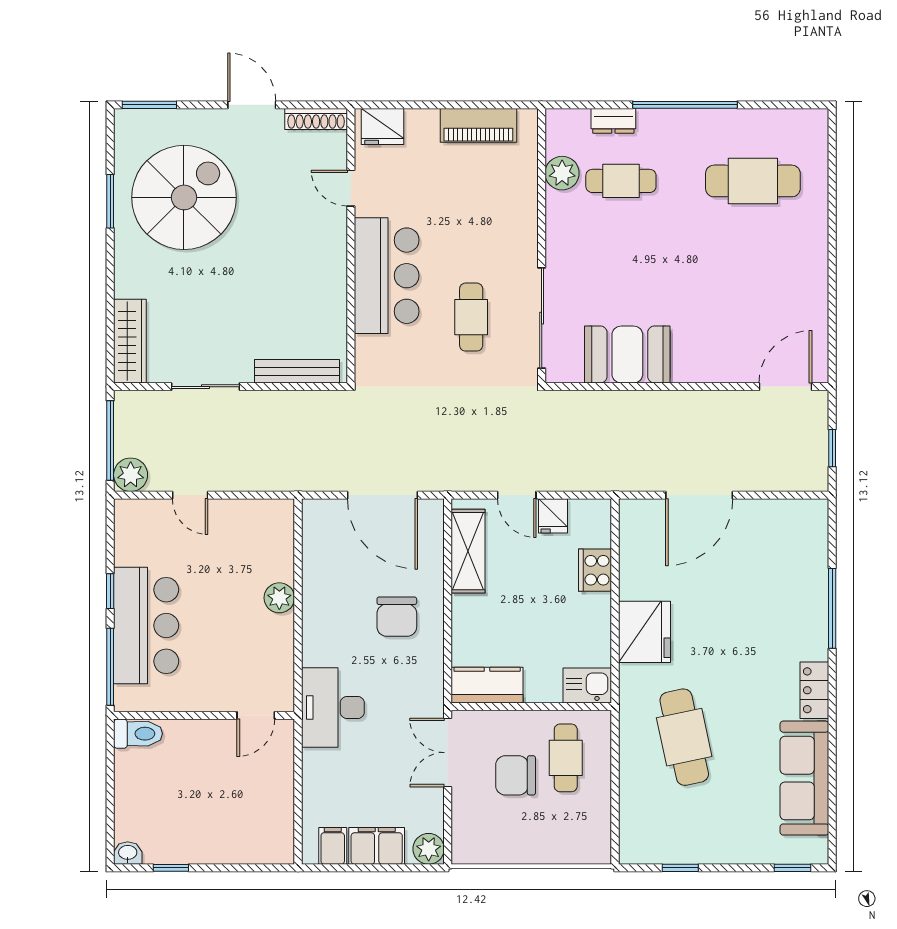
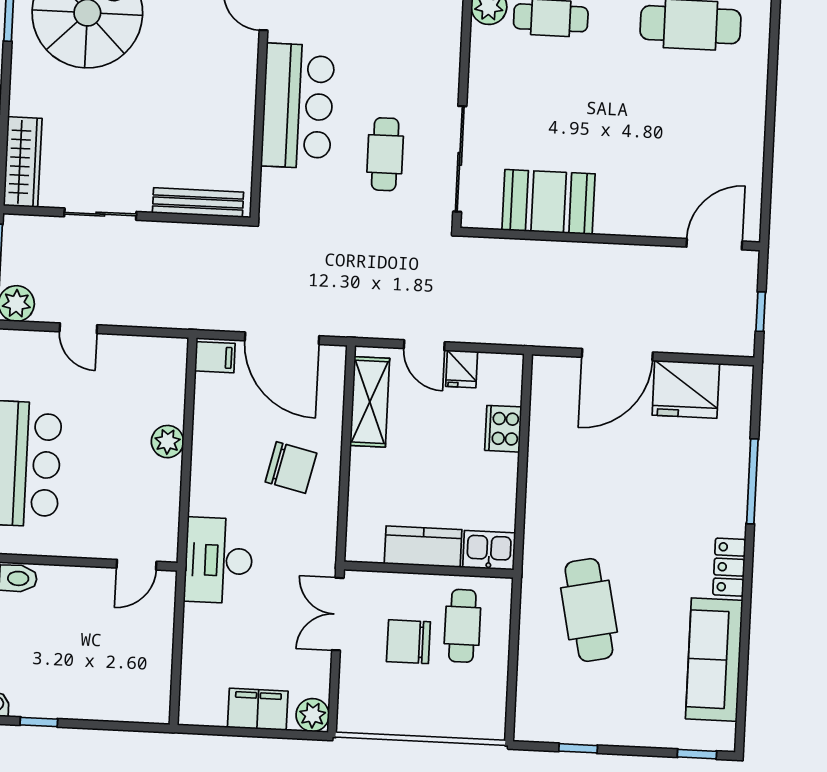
chair: (397, 617) -> (291, 467), turned -77
fridge: (644, 632) -> (686, 389), moved, turned 90
kitchen counter: (487, 685) -> (423, 547), moved
filing cabinet: (333, 846) -> (215, 357), moved, turned 90

